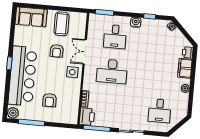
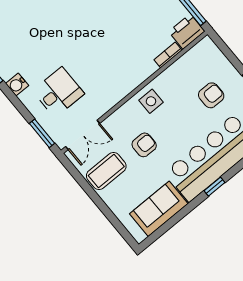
sofa: (31, 17) -> (159, 209), moved, turned -90
double door: (85, 52) -> (83, 135), moved
desk: (112, 71) -> (103, 55), removed

